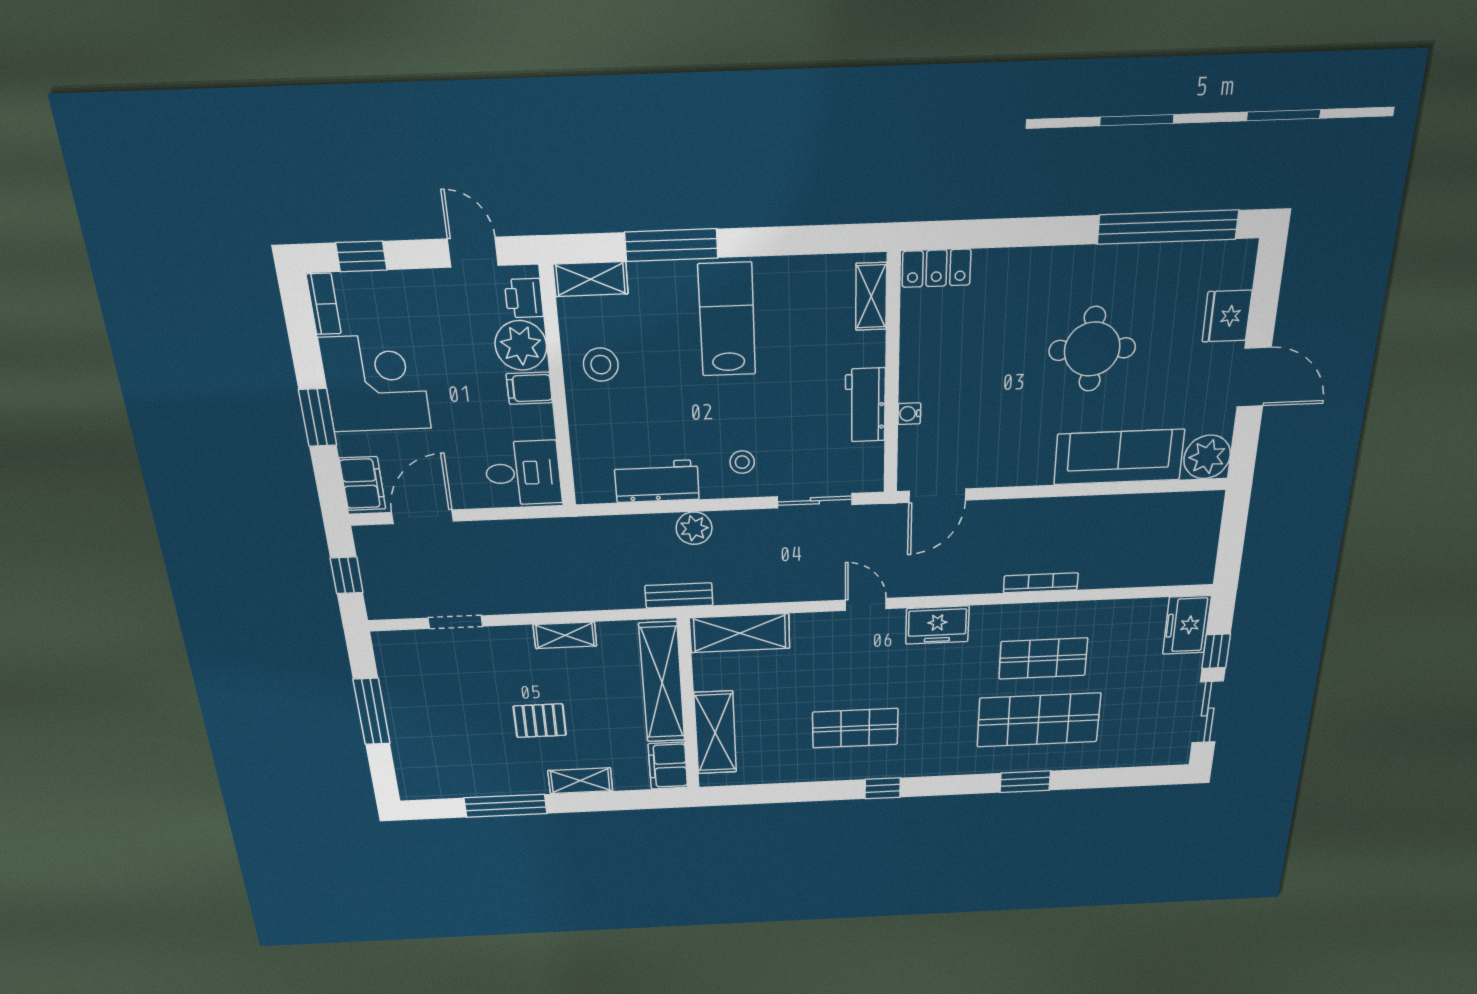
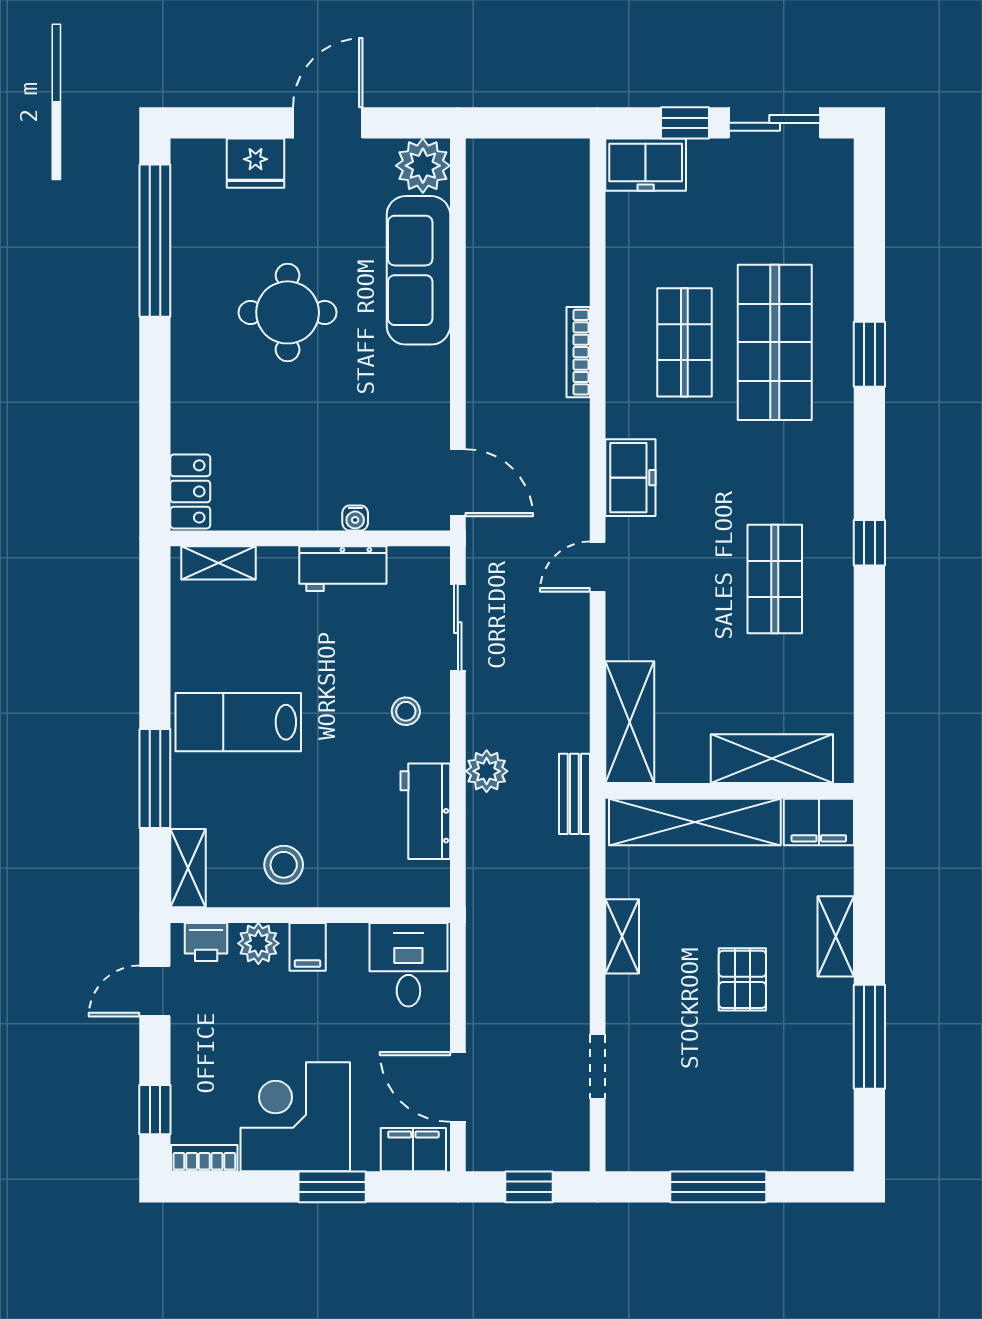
plant: (521, 345) -> (258, 943), width x0.73, depth x0.73

